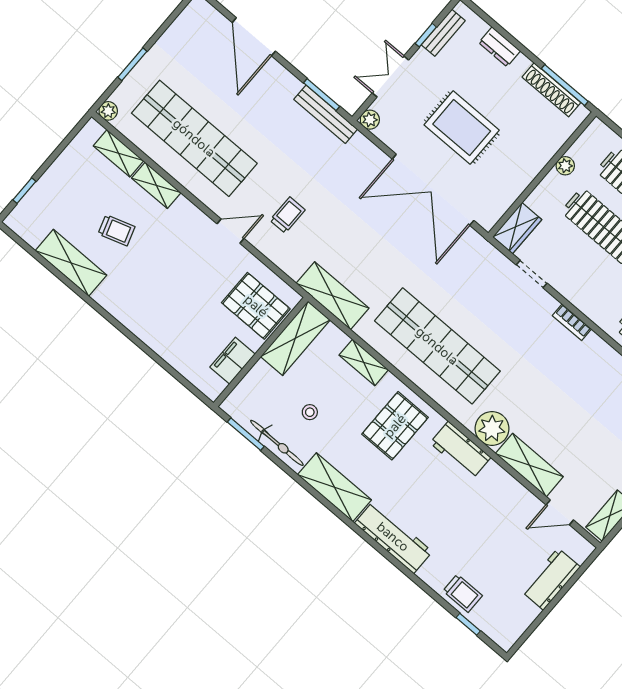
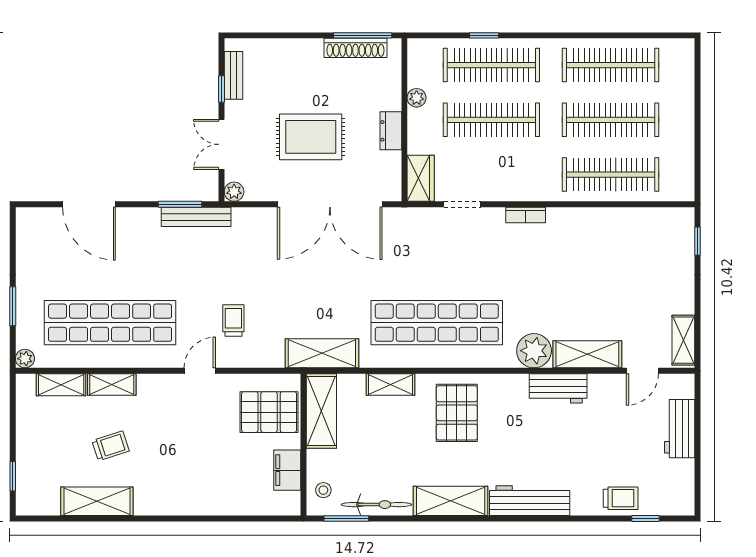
dresser: (500, 47) -> (391, 131), moved, turned 90
stool: (310, 412) -> (323, 490), moved
workbench: (460, 450) -> (558, 388), moved

